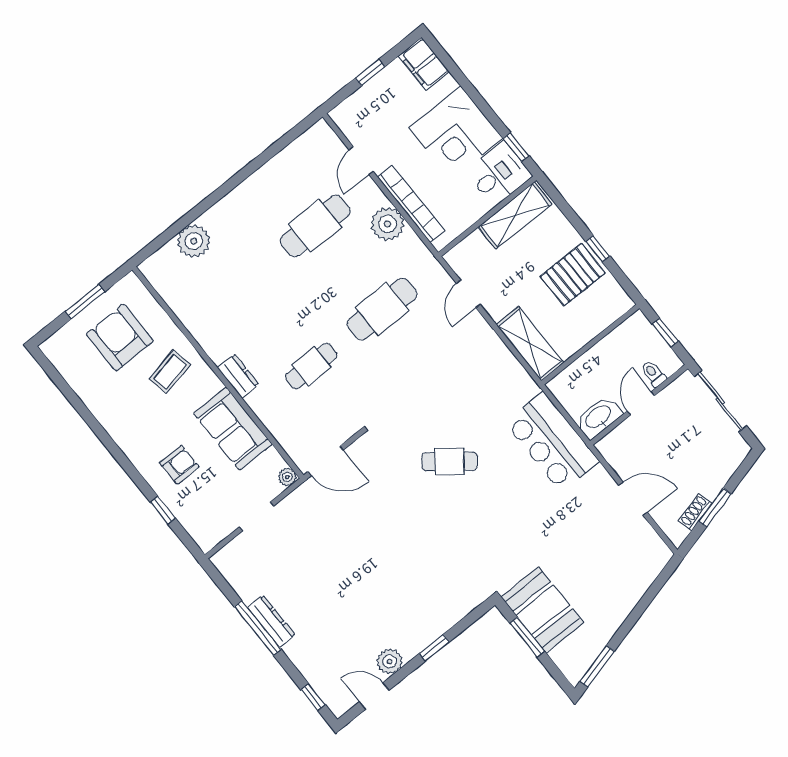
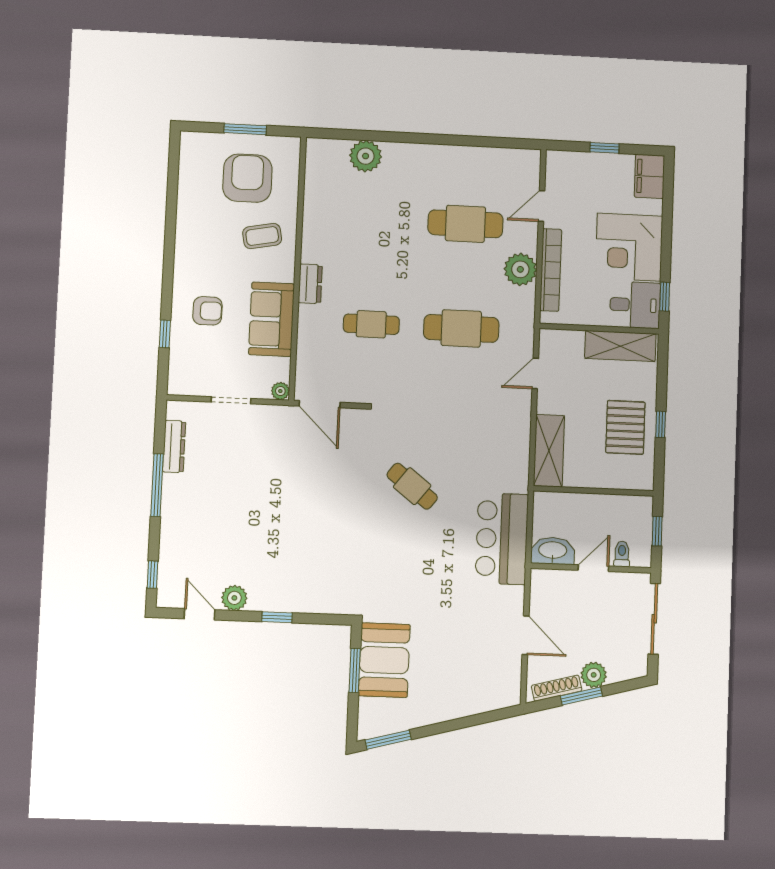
pallet: (573, 275) -> (625, 427), turned 90
plant: (711, 484) -> (594, 675), added
shoe rack: (695, 512) -> (557, 688), width x1.43
dresser: (271, 621) -> (174, 447), moved

